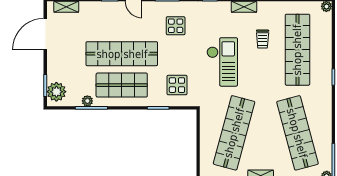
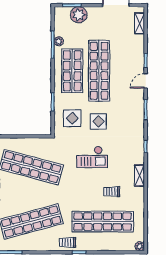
display table: (176, 26) -> (98, 121), moved
checkout: (222, 62) -> (92, 157), width x0.73, depth x0.83
trolley: (322, 91) -> (68, 242), added
plant: (56, 92) -> (79, 15), moved

